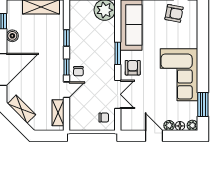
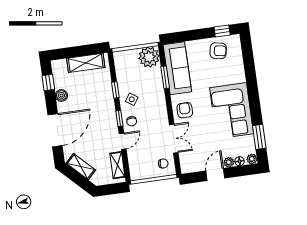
side table: (82, 49) -> (132, 99), added
window: (118, 53) -> (165, 77), moved
door: (154, 136) -> (215, 175), hinge flipped

